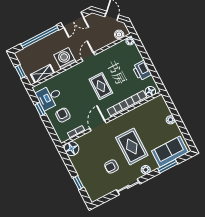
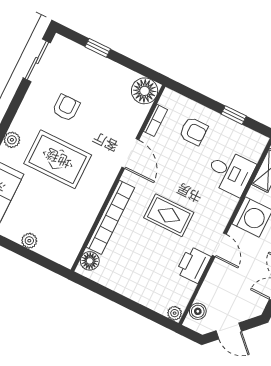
printer: (142, 71) -> (193, 265), moved, turned -90
desk: (49, 97) -> (230, 172), moved, turned 90
sliding door: (128, 187) -> (37, 60), moved

